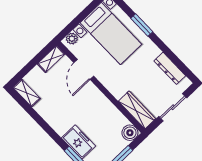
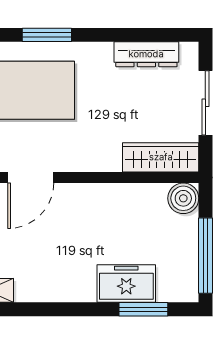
door: (84, 69) -> (31, 177), hinge flipped

